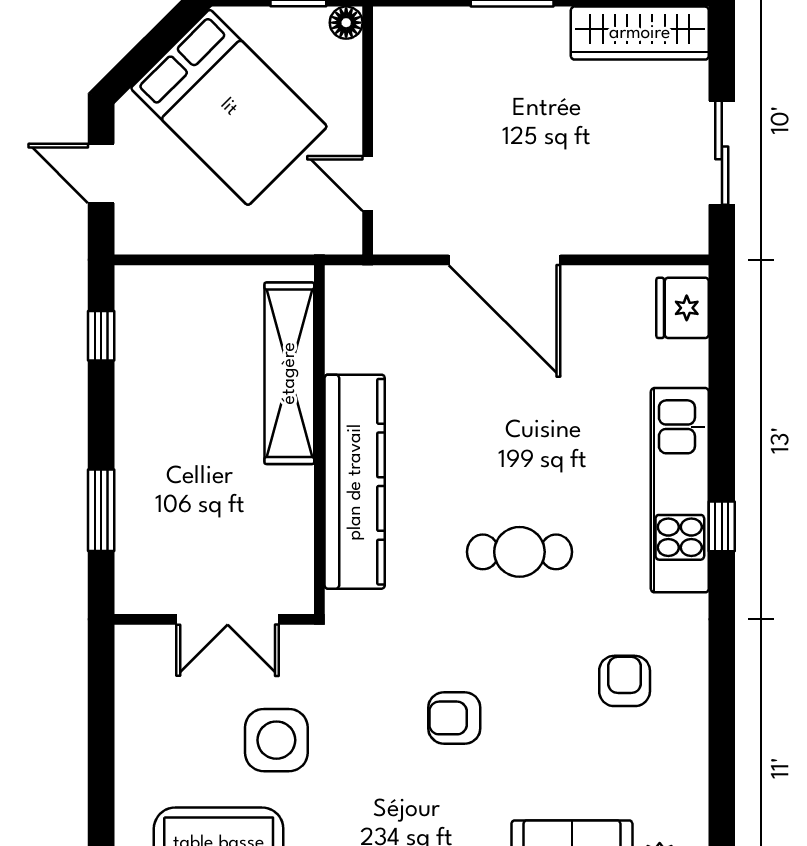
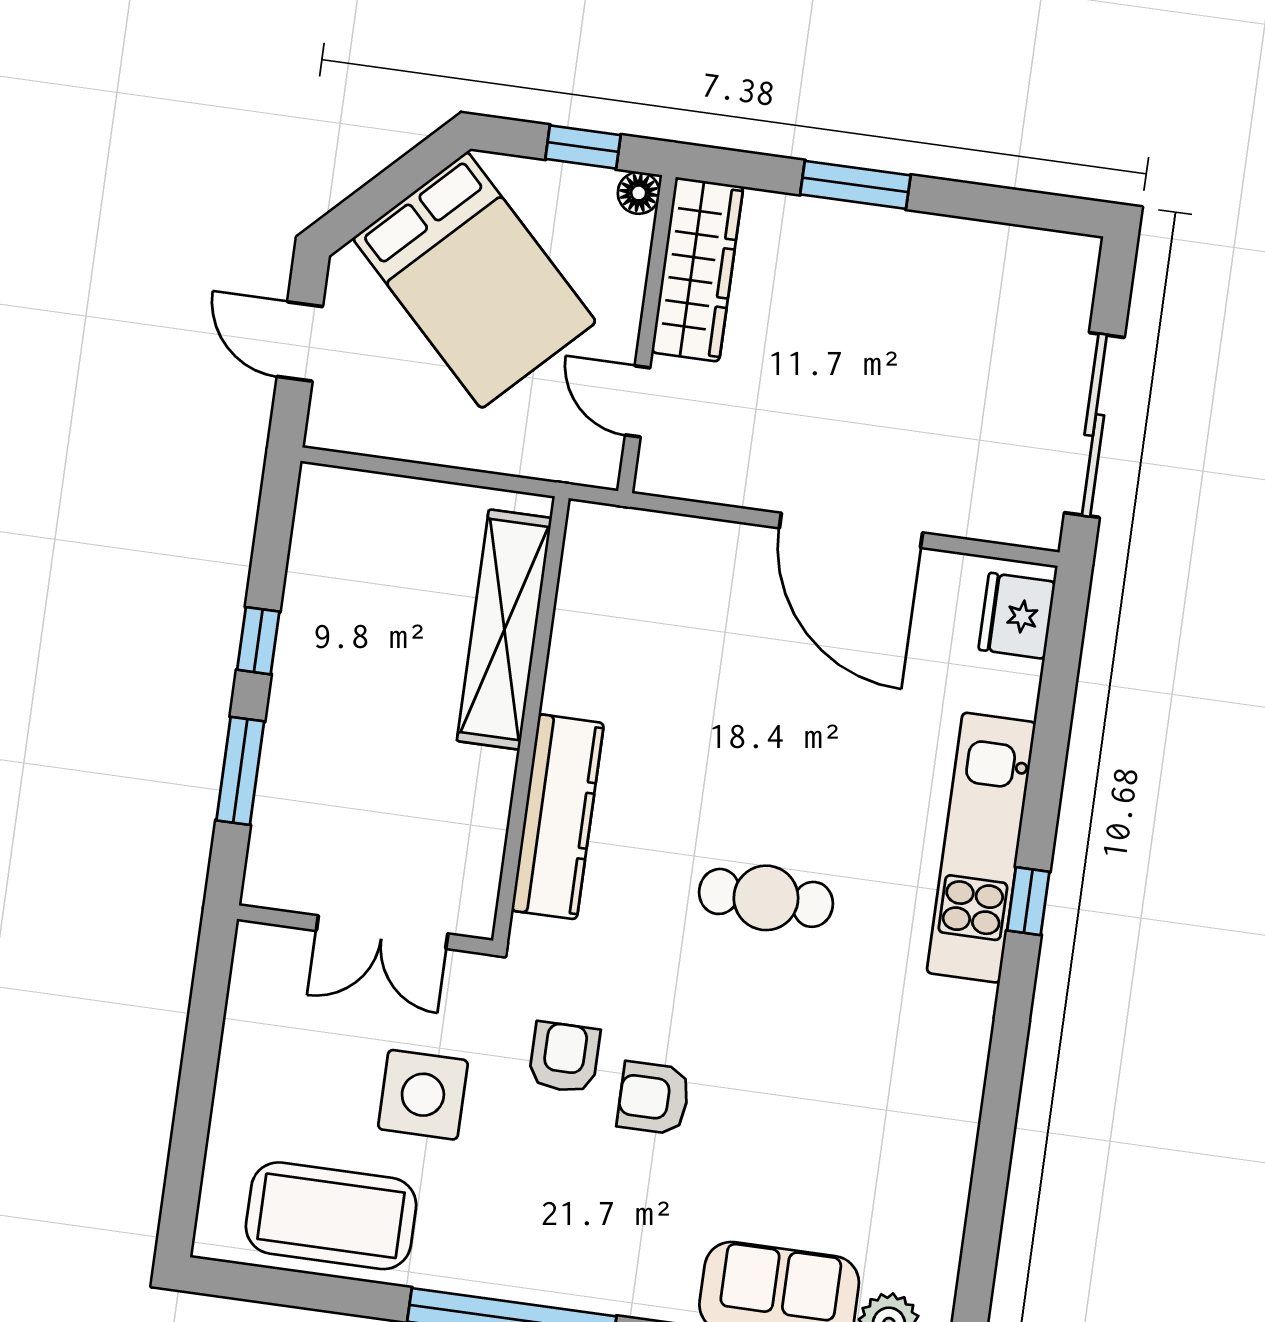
wardrobe: (640, 33) -> (697, 269), moved, turned -90
sliding door: (722, 153) -> (1094, 425), width x1.37
door: (504, 260) -> (851, 530), moved
window: (101, 336) -> (258, 641), moved
kitchen counter: (355, 482) -> (558, 817), width x0.72, depth x0.86
armchair: (625, 681) -> (564, 1057), moved

